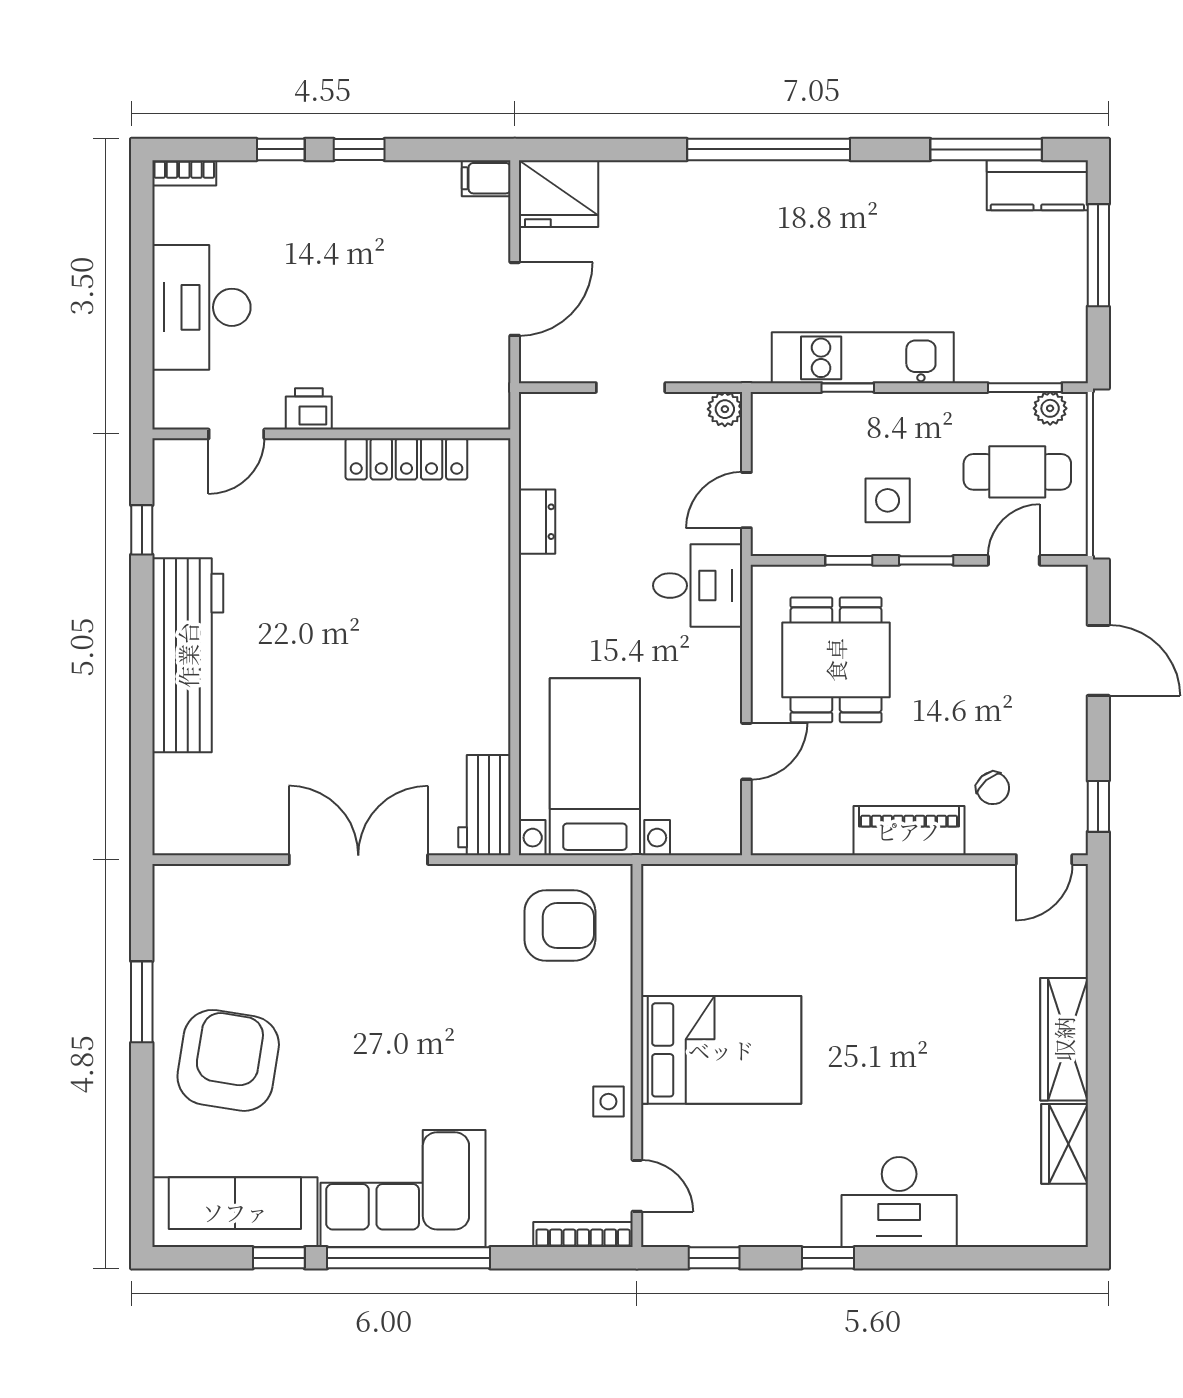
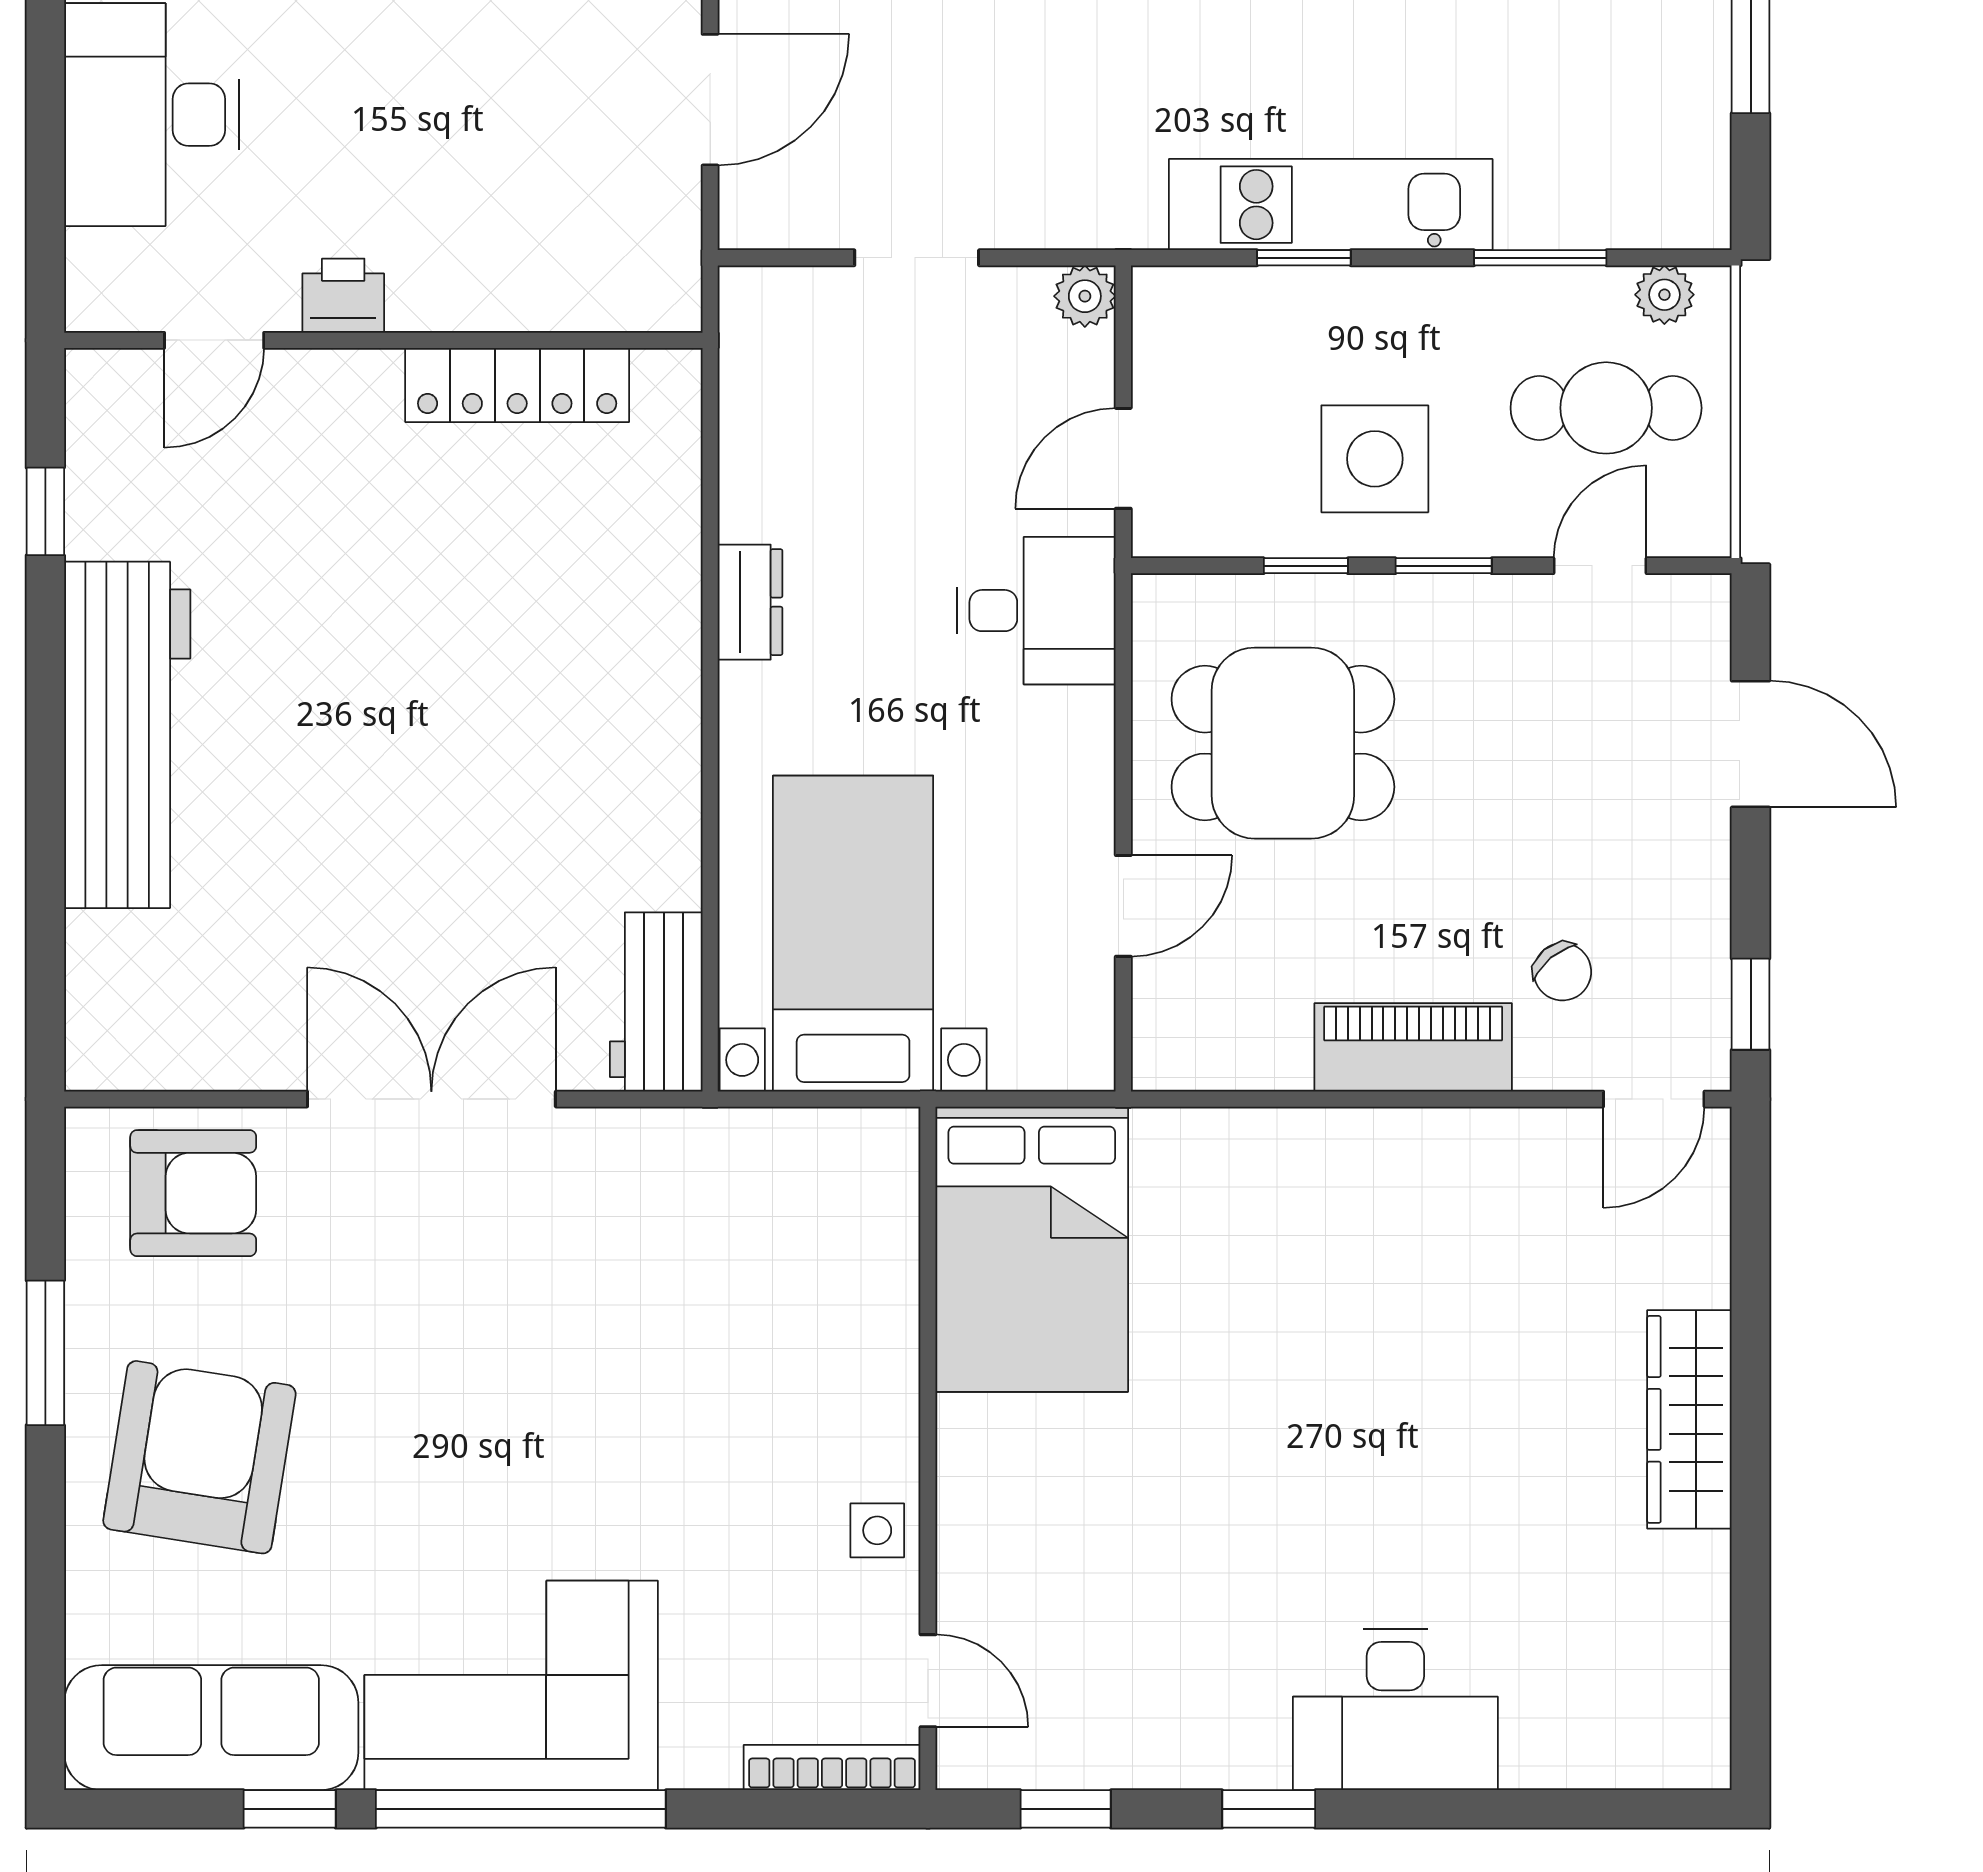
window: (1025, 388) -> (1540, 258), moved
side table: (888, 500) -> (1375, 459), width x1.37, depth x1.37
dresser: (537, 522) -> (750, 602), moved
dining table: (836, 660) -> (1283, 743), turned 90
armchair: (560, 926) -> (193, 1193), moved
bed: (721, 1050) -> (1032, 1249), moved, turned 90
wardrobe: (1065, 1144) -> (1690, 1606), removed

